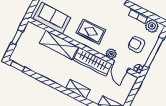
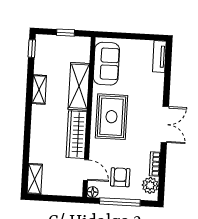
rug: (91, 31) -> (112, 117), width x1.36, depth x1.43
plant: (111, 54) -> (96, 152), removed
door: (121, 66) -> (86, 170), swing flipped
shelving: (78, 89) -> (39, 89), moved

